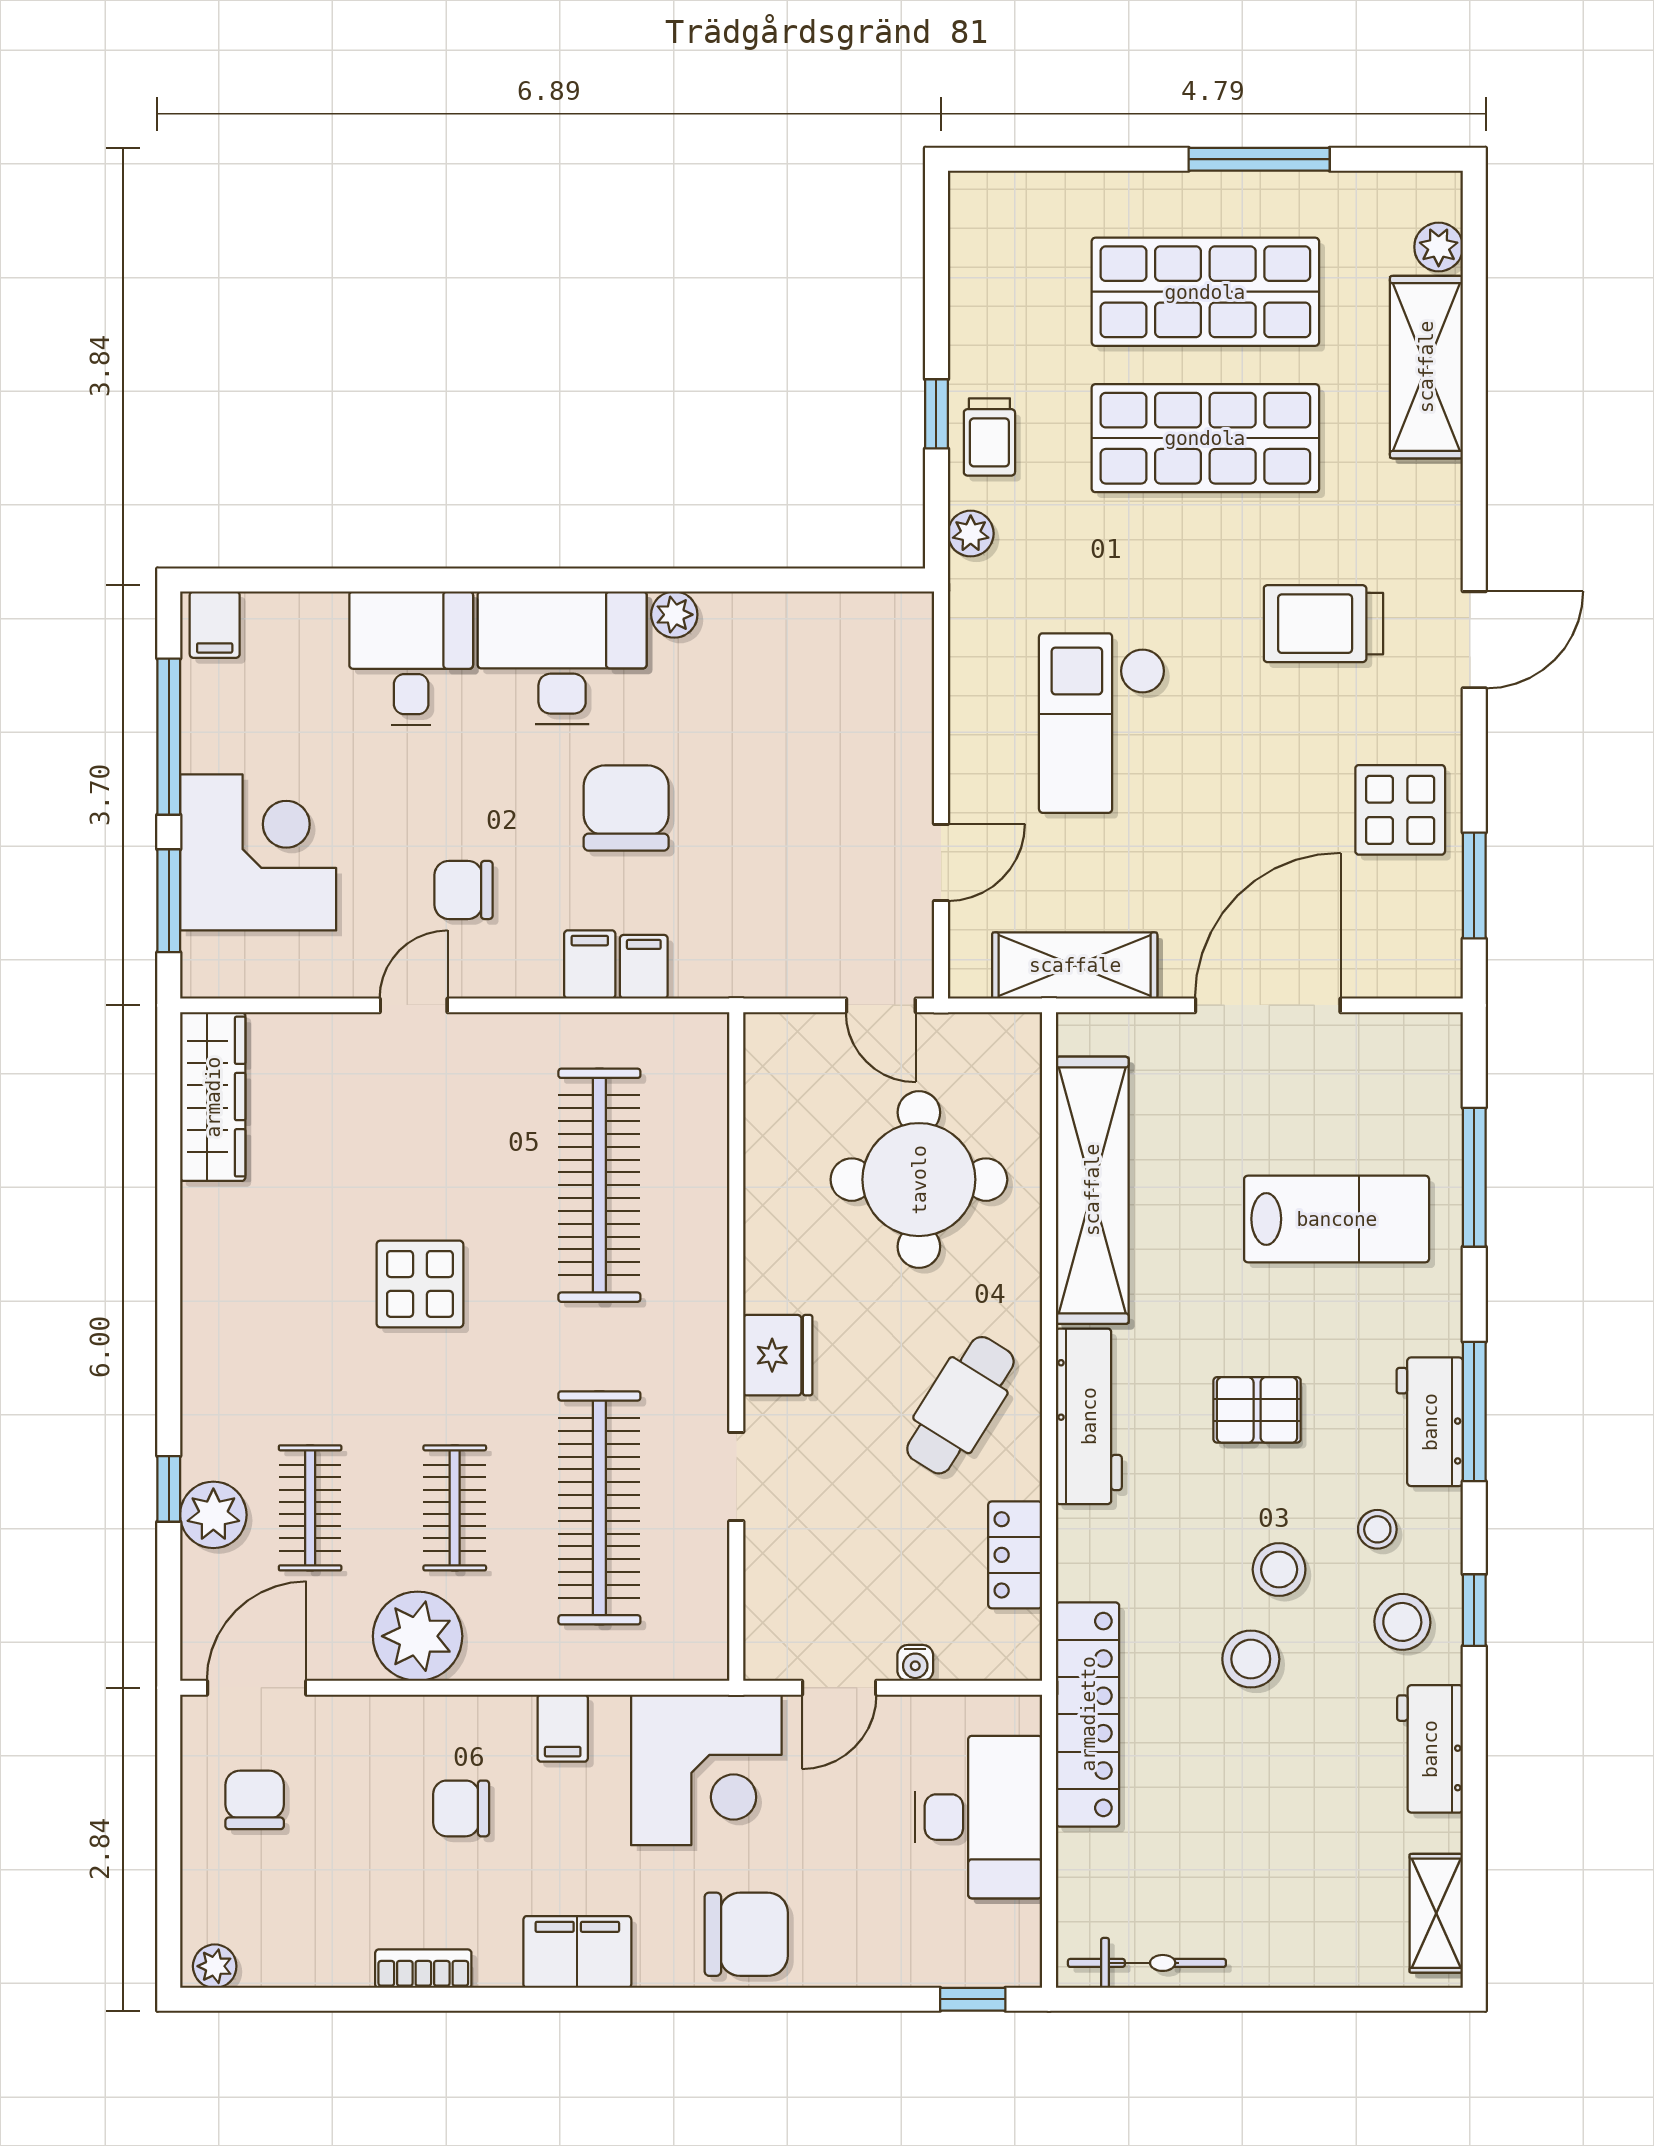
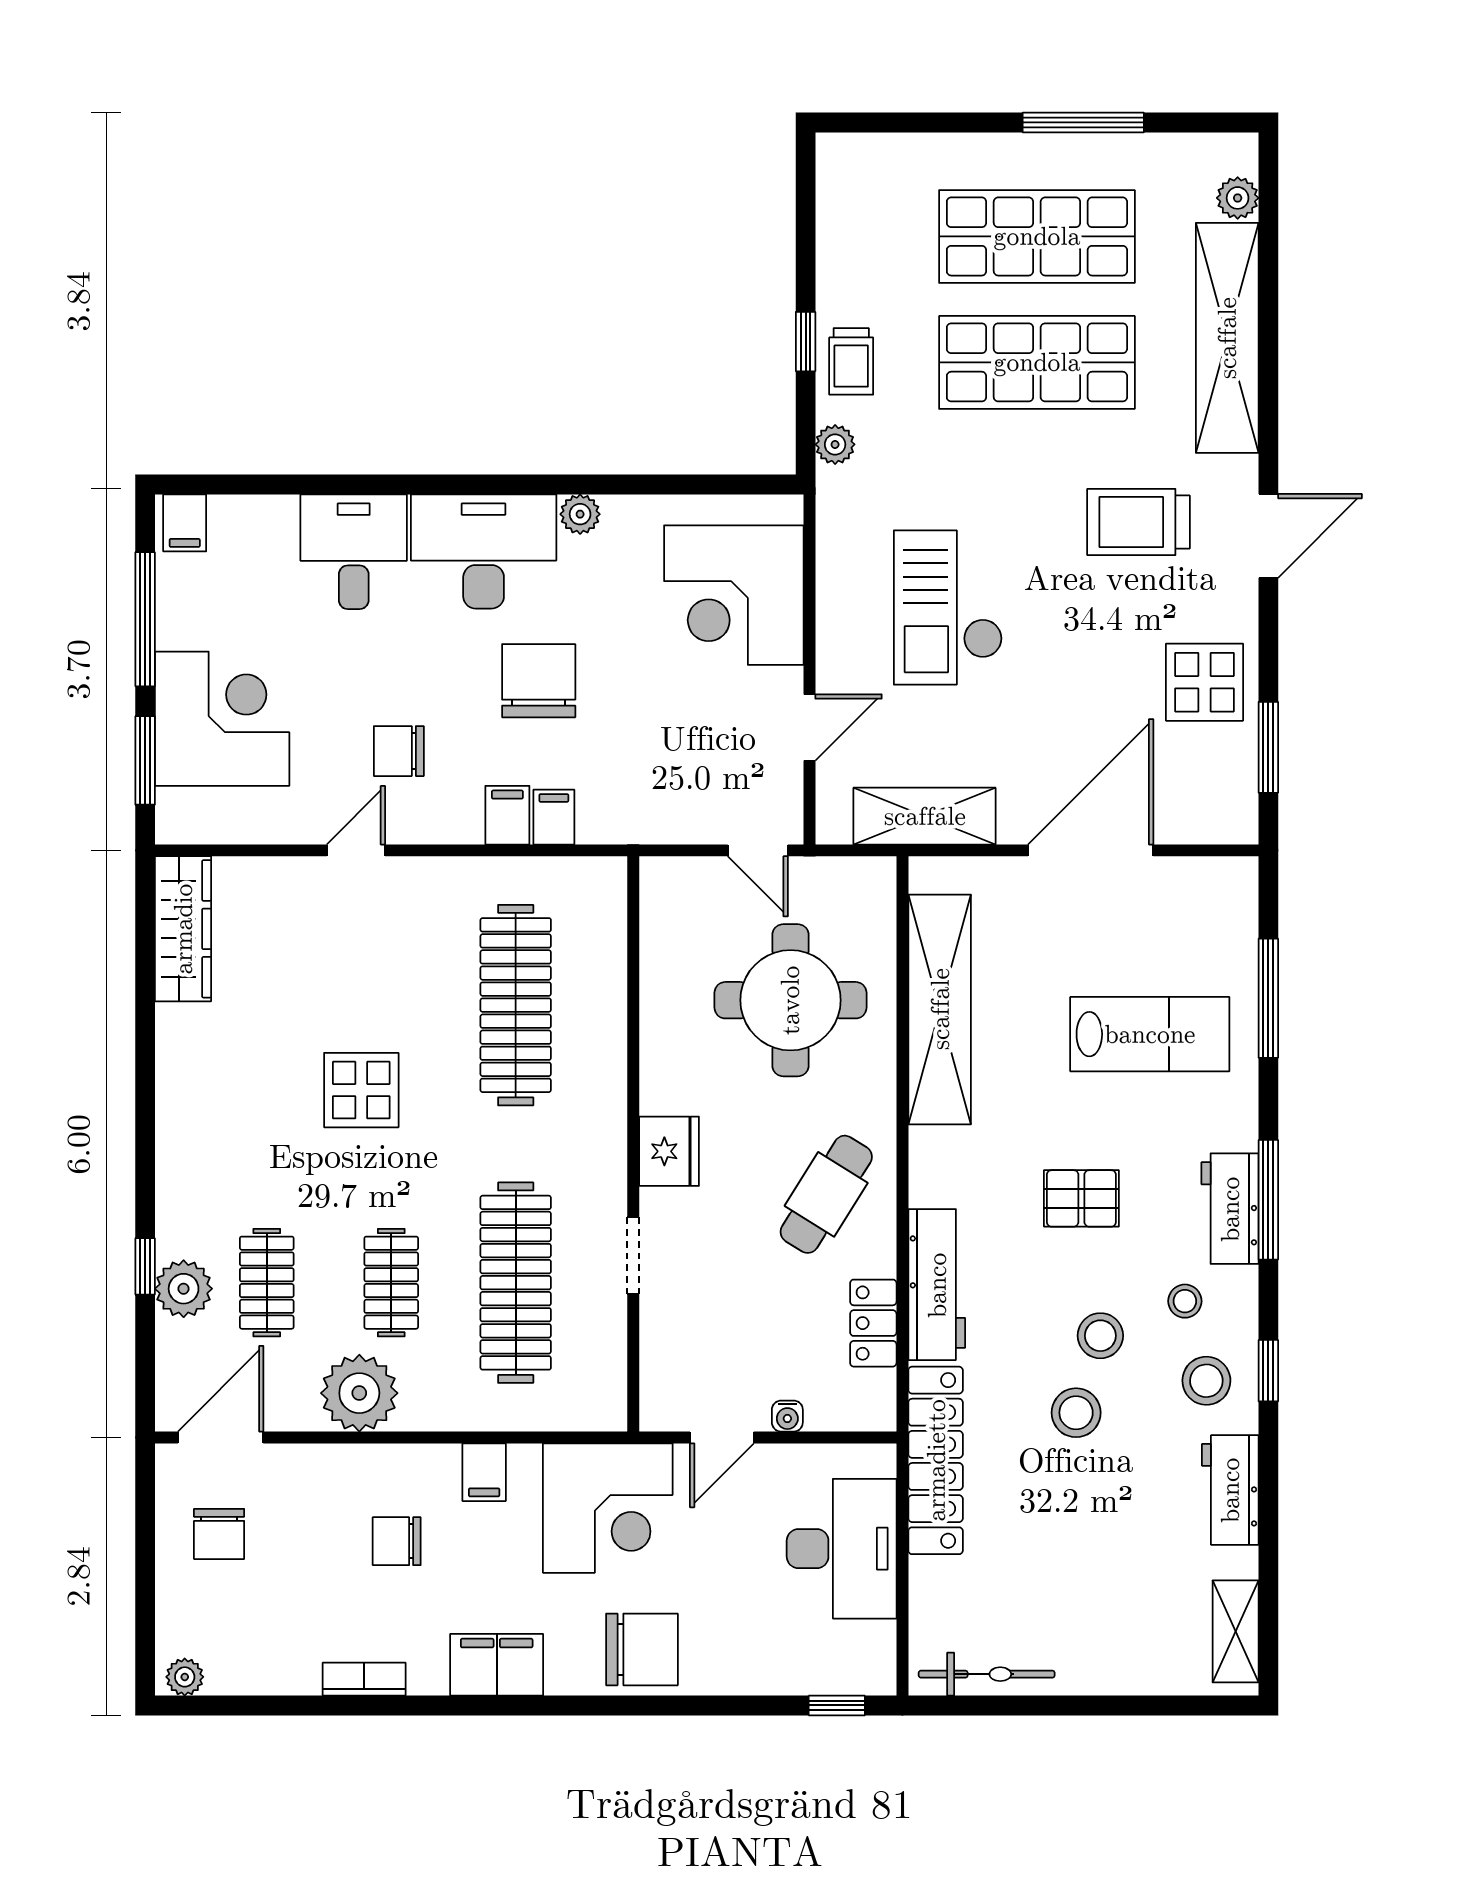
shelving: (1426, 367) -> (1227, 338), width x1.47
corner desk: (853, 709) -> (734, 595), added
workbench: (1089, 1416) -> (937, 1285), moved
chair: (255, 1800) -> (219, 1534), turned 180

